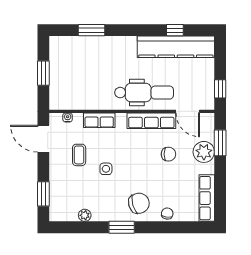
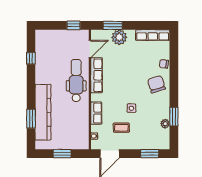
kitchen counter: (176, 47) -> (43, 112), moved
chair: (168, 154) -> (121, 63), removed
window: (122, 227) -> (174, 117), moved

